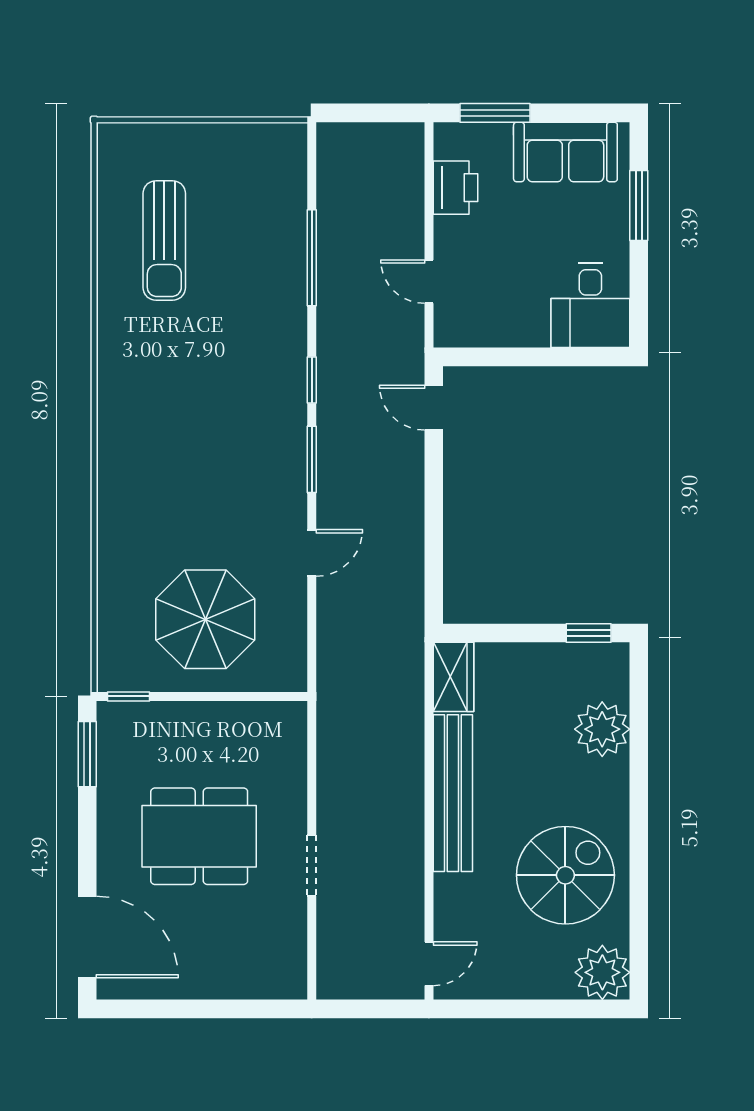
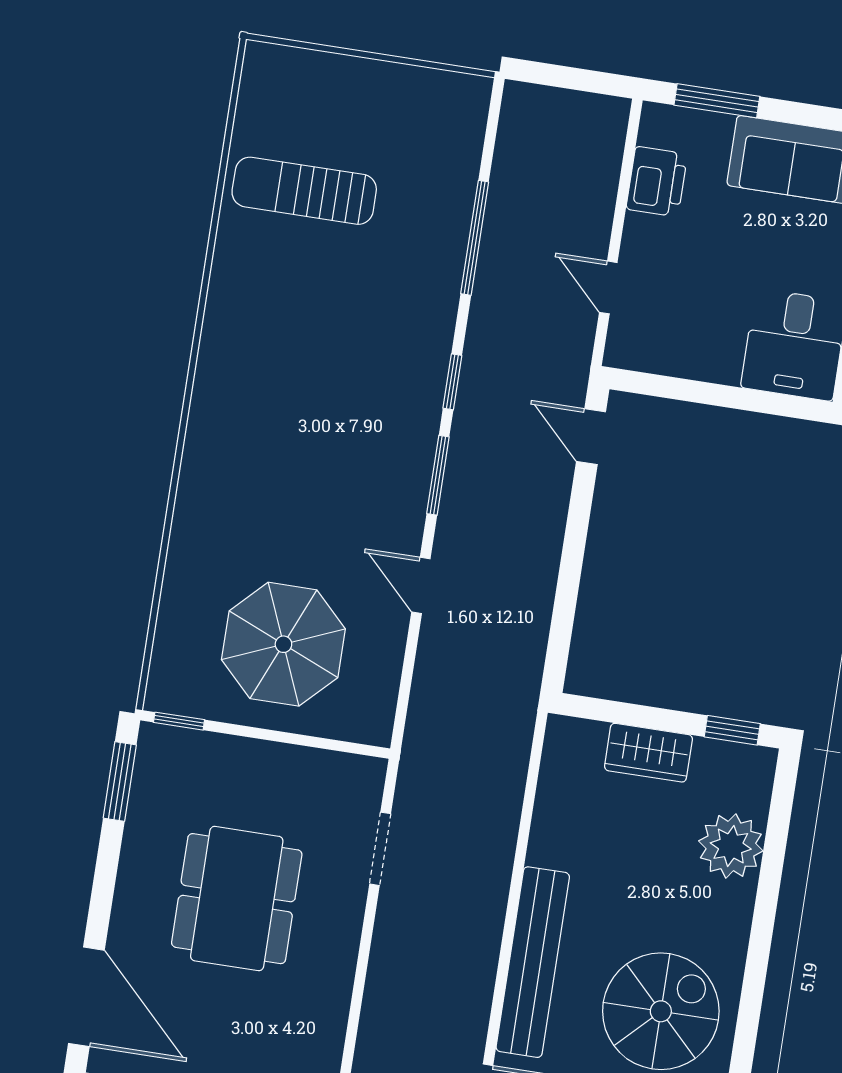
sun lounger: (164, 240) -> (304, 191), turned 90
door: (312, 553) -> (421, 585), swing flipped
wardrobe: (453, 677) -> (648, 753), moved, turned 90
bench: (453, 793) -> (533, 962), moved
dining table: (199, 836) -> (237, 899), turned 90
doorway: (312, 866) -> (380, 849), moved

